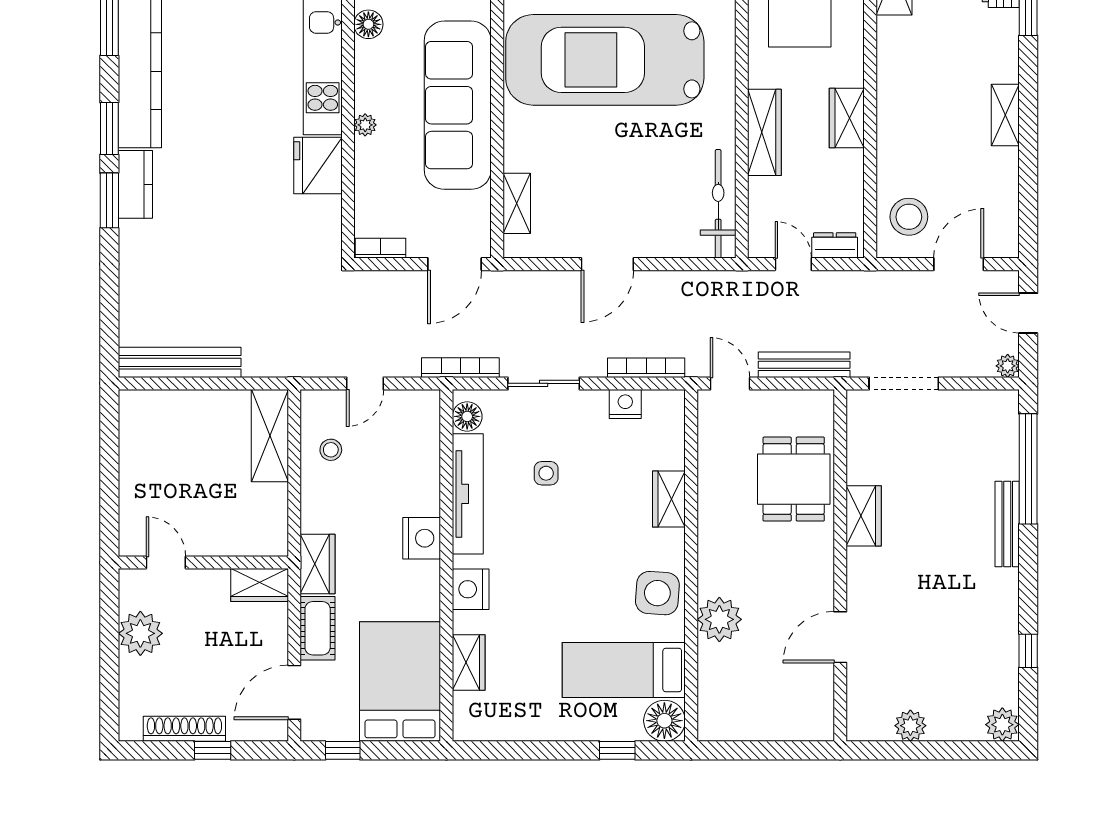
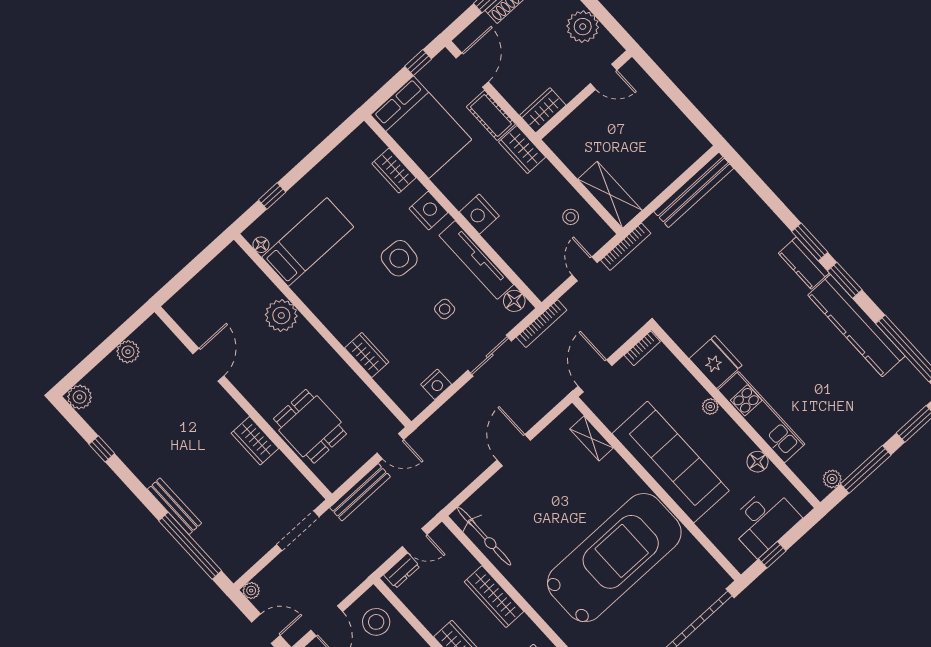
bookcase: (646, 368) -> (626, 247), moved
side table: (657, 593) -> (399, 258), moved
floor lamp: (664, 721) -> (261, 245), width x0.53, depth x0.53

